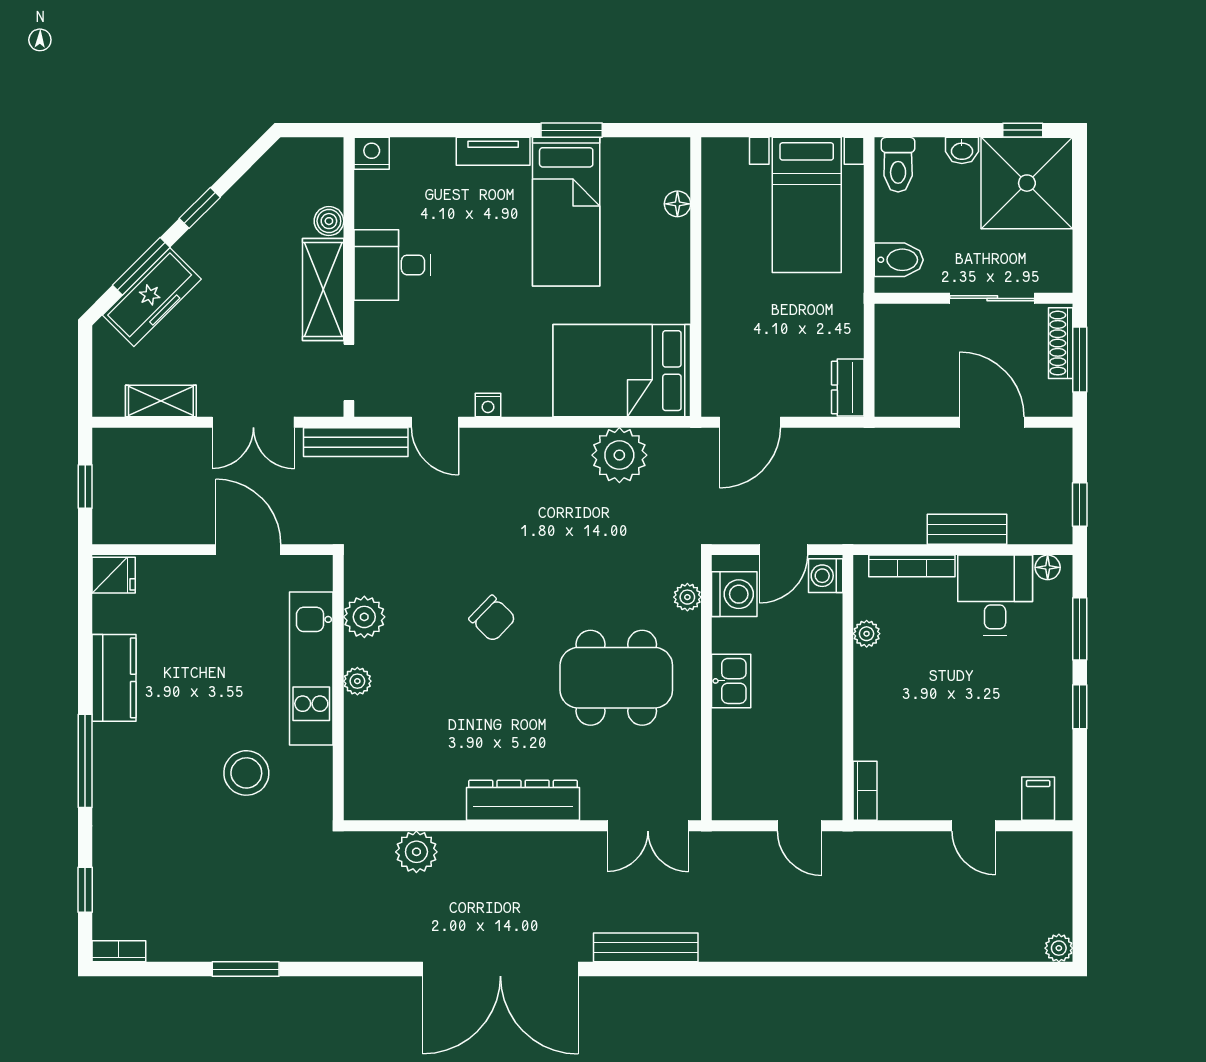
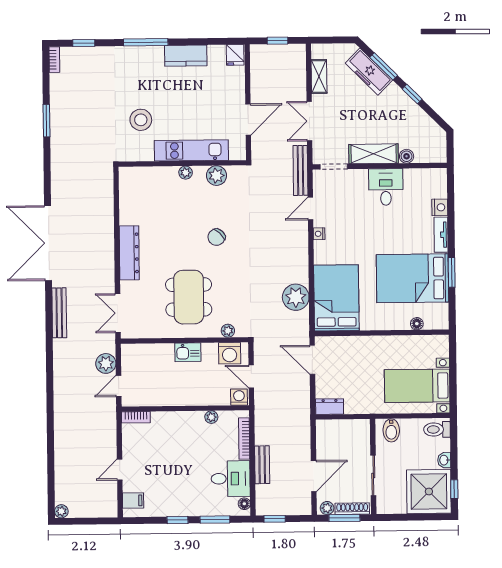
nightstand: (372, 153) -> (440, 207), moved
bed: (566, 212) -> (412, 278), width x1.50
plant: (1059, 395) -> (327, 508), added
plant: (416, 852) -> (106, 363), moved

